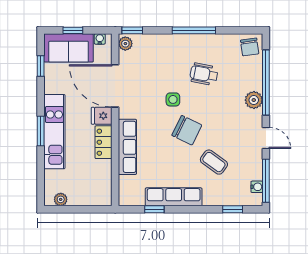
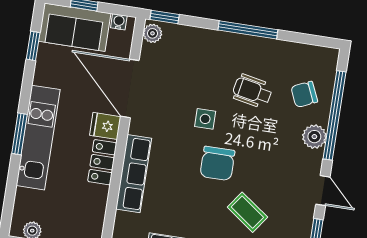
chair: (250, 47) -> (304, 94), moved, turned 74
chair: (187, 130) -> (217, 163), turned 64

